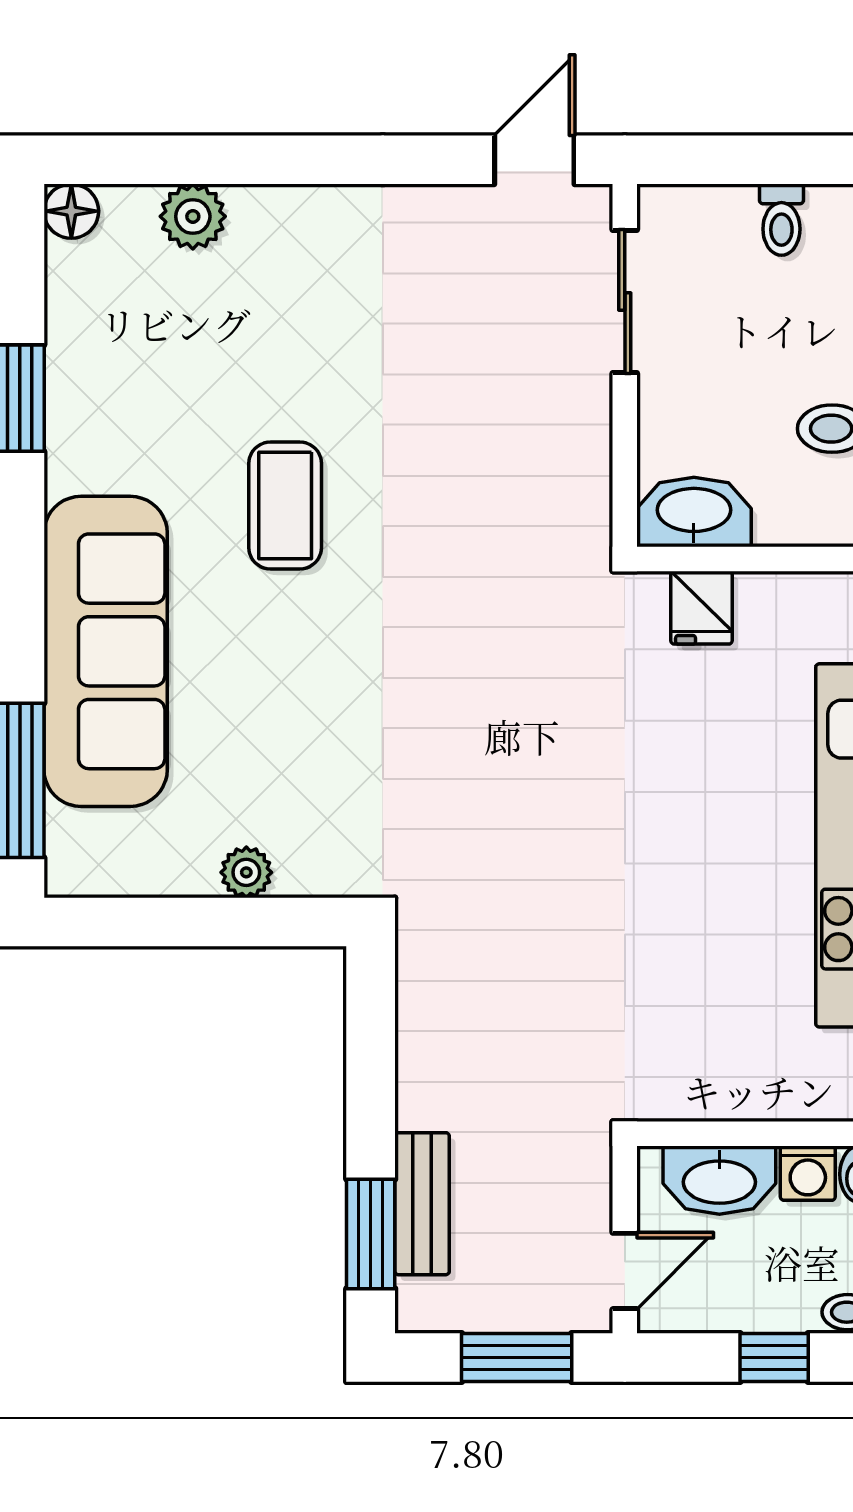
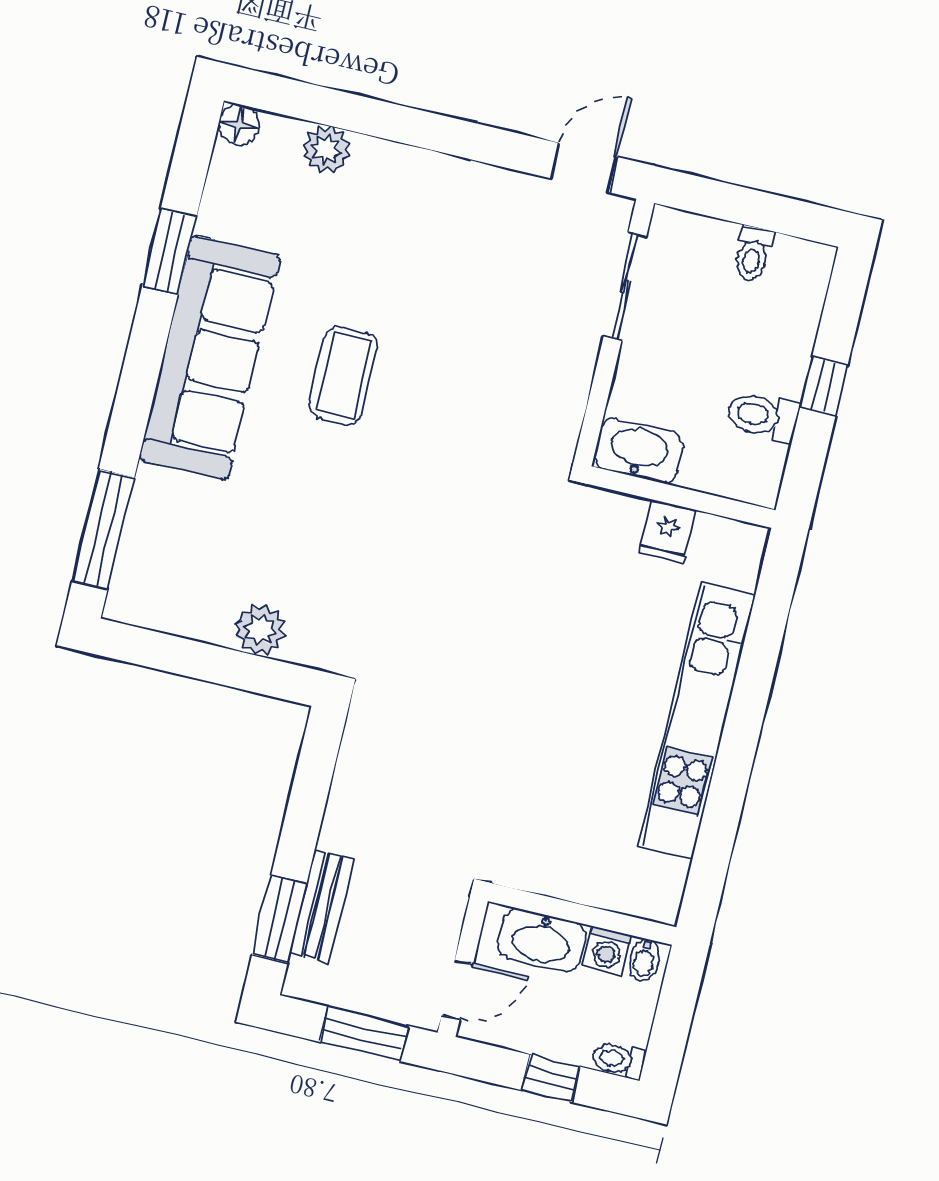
fridge: (701, 608) -> (668, 531), moved
sofa: (106, 651) -> (210, 358), moved
plant: (246, 872) -> (260, 630), width x1.38, depth x1.38

